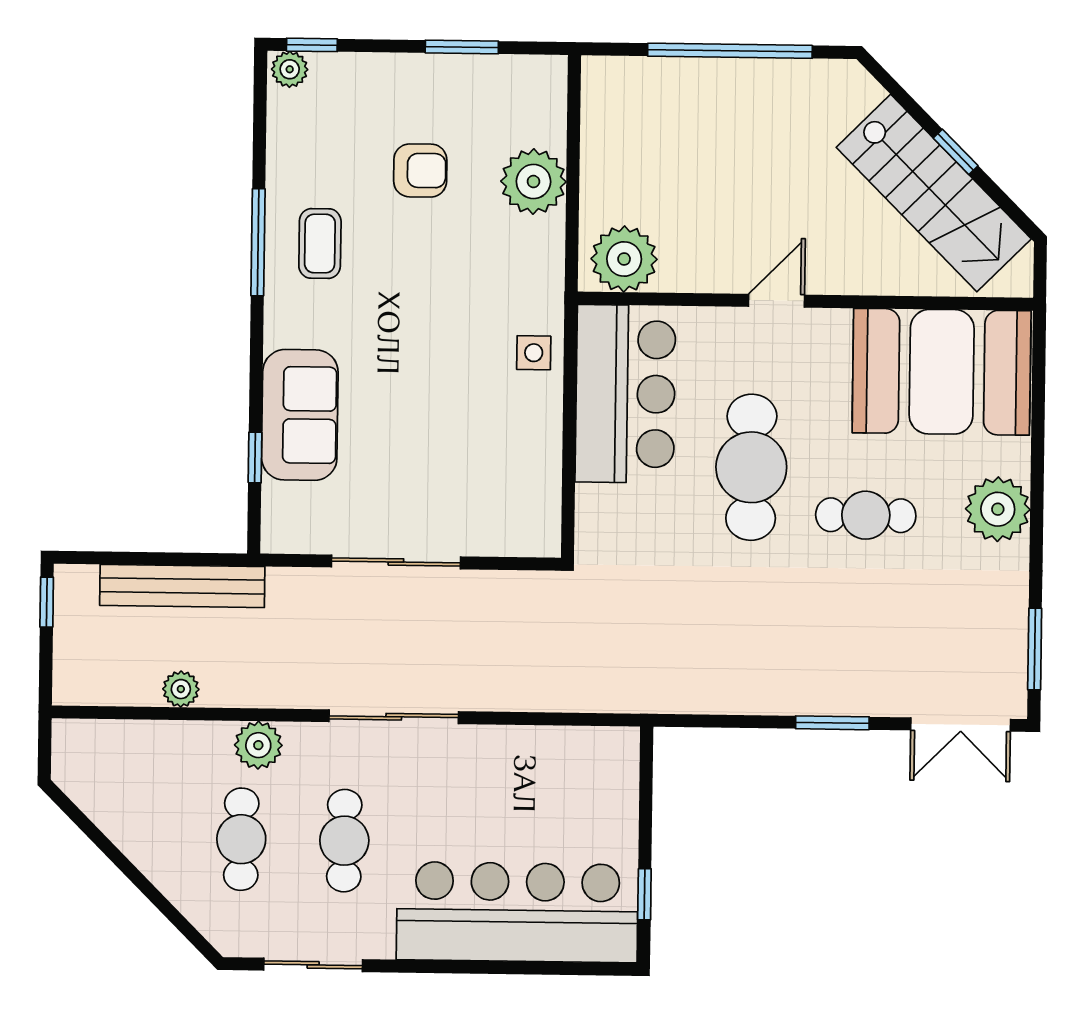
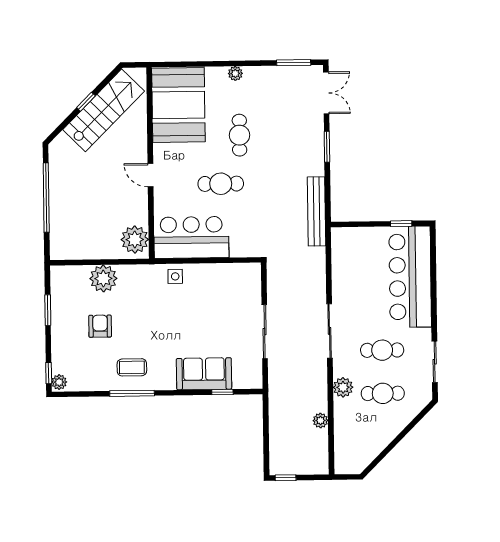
cafe table: (751, 467) -> (221, 184), width x0.73, depth x0.74
plant: (998, 509) -> (235, 73), width x0.53, depth x0.53
bench: (182, 586) -> (317, 211), moved

